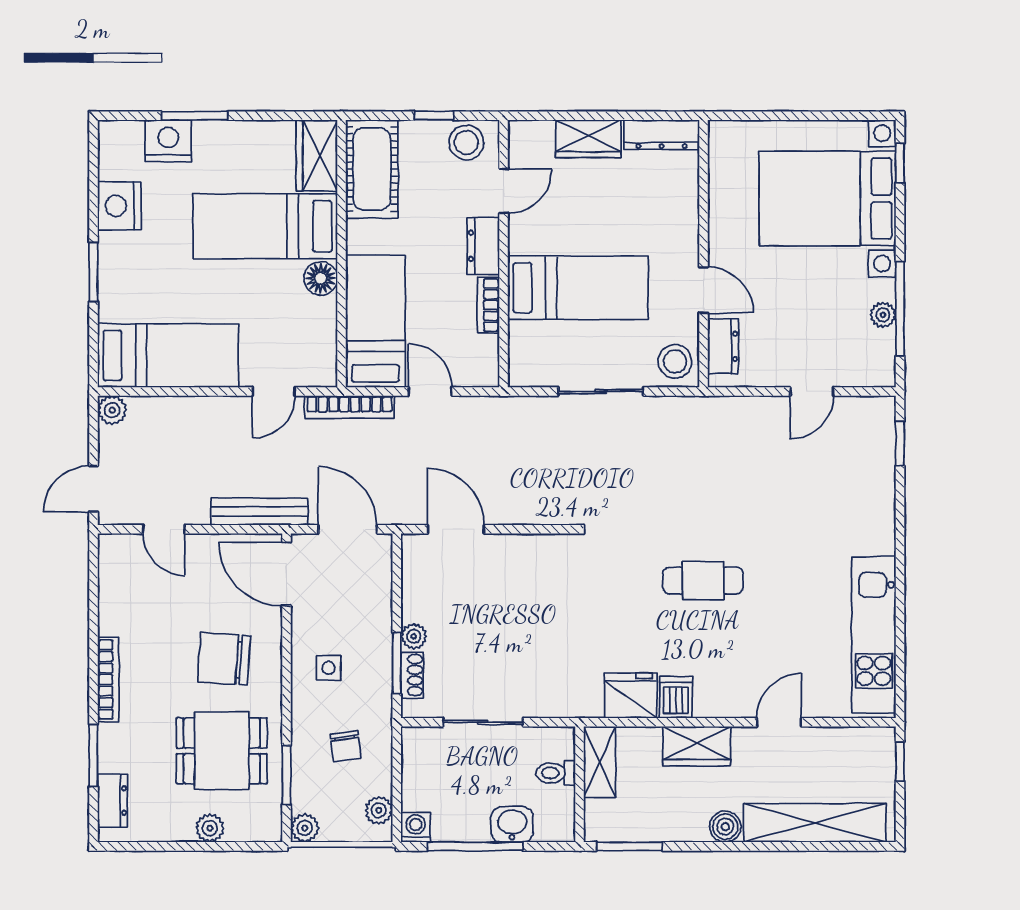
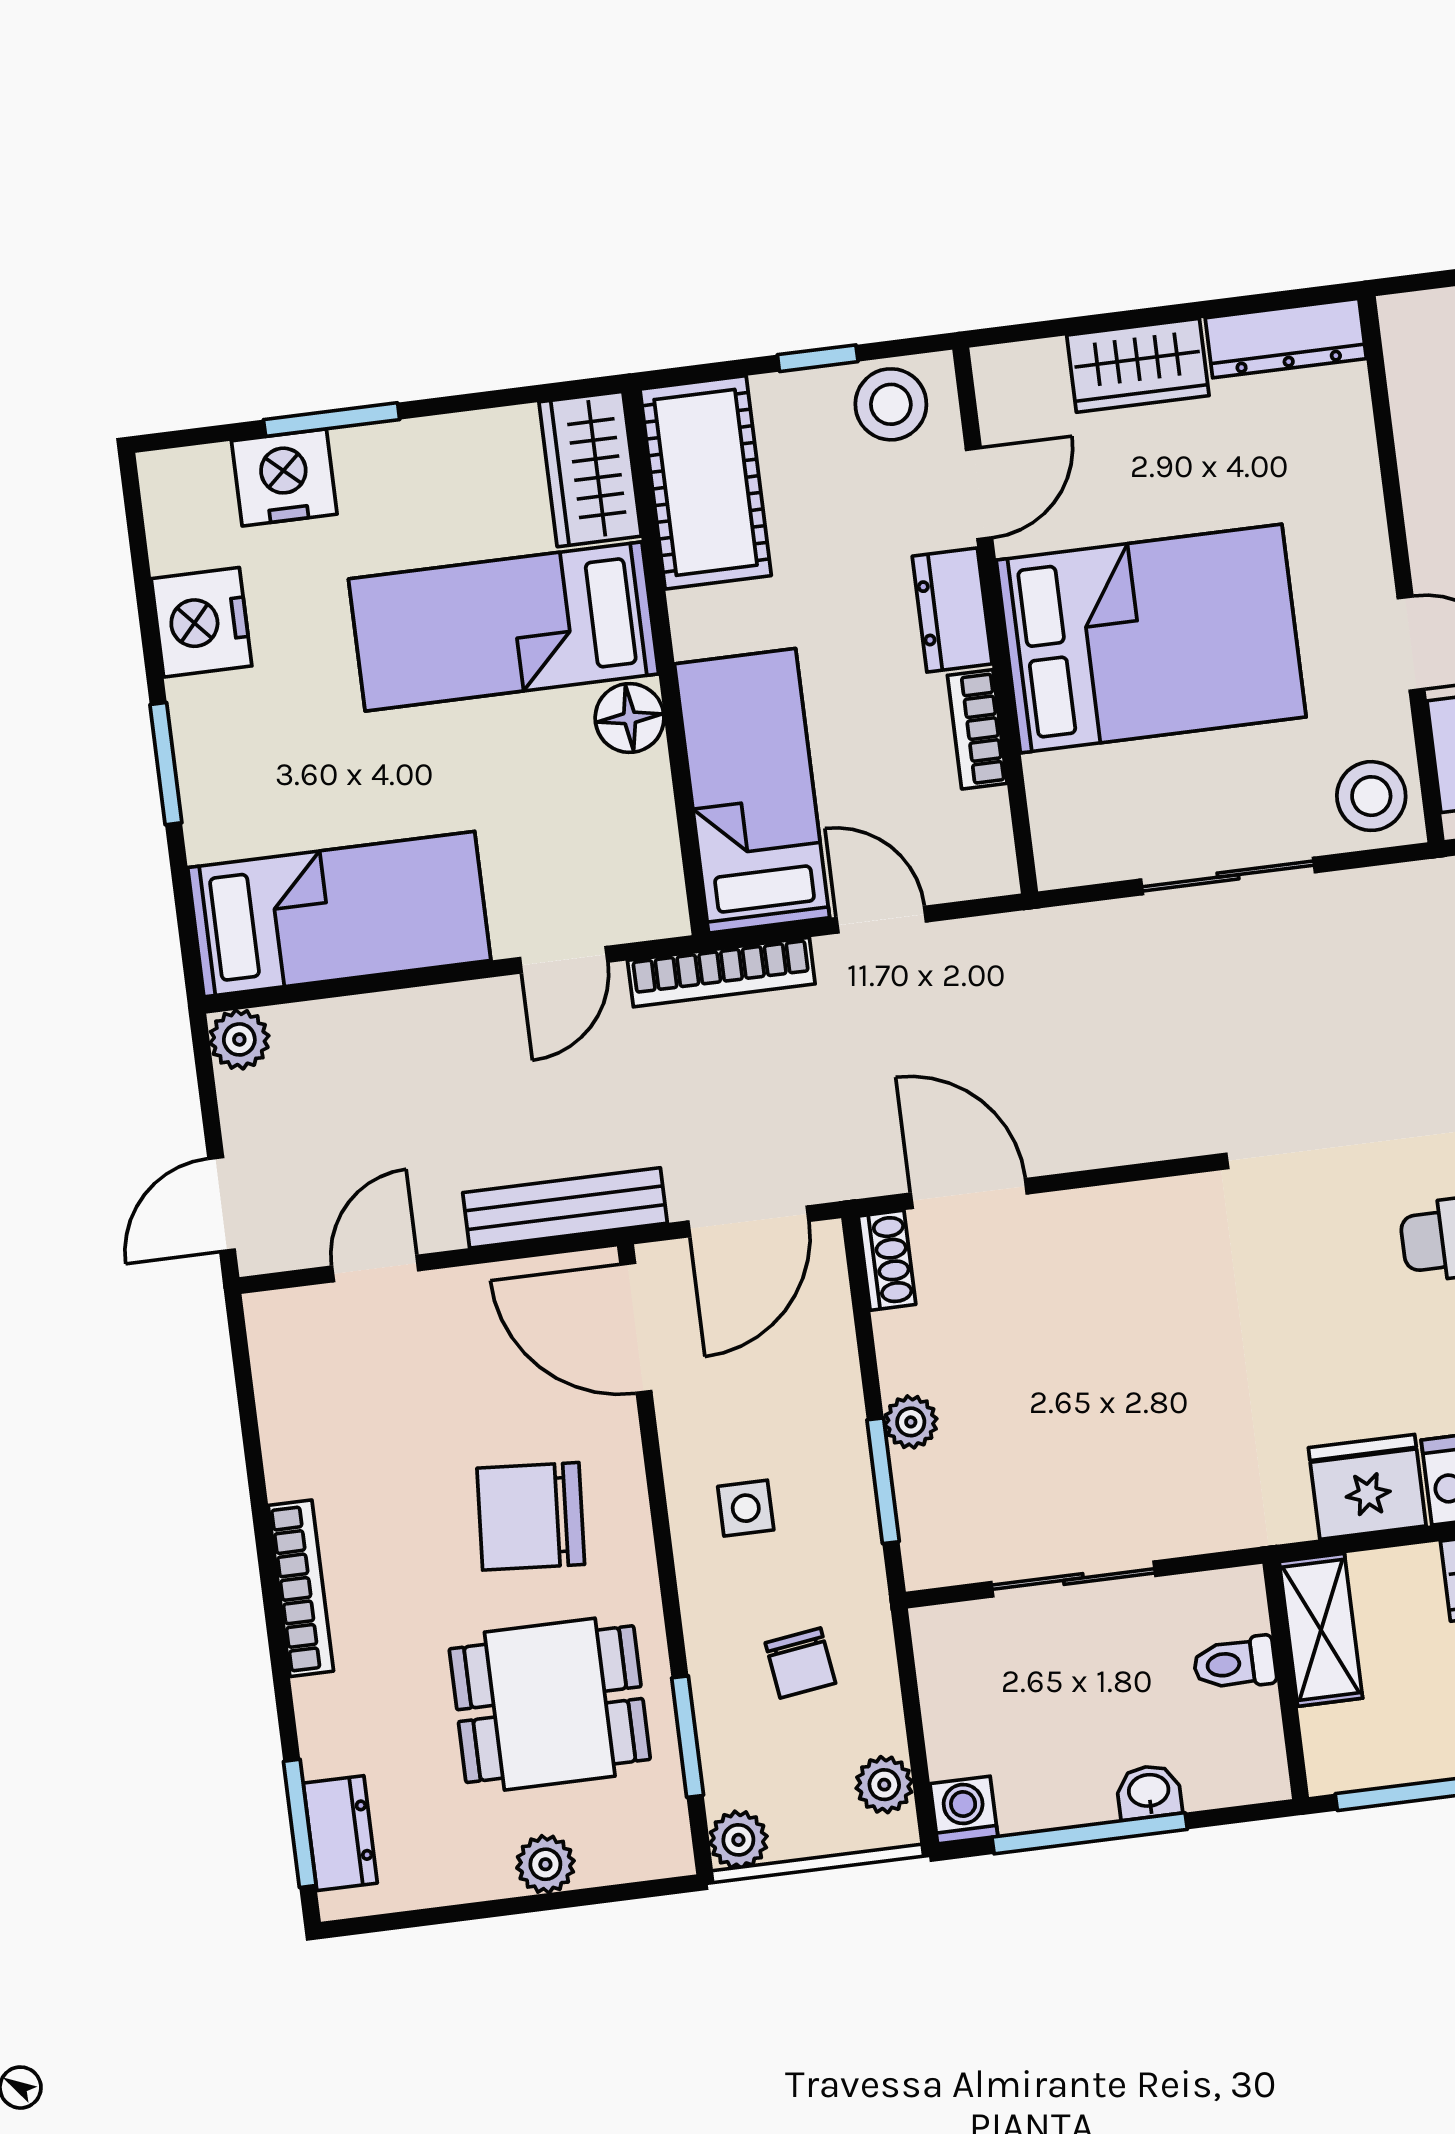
bed: (578, 288) -> (1151, 638), width x1.50
door: (164, 529) -> (375, 1268), swing flipped
door: (347, 529) -> (748, 1221), swing flipped
shoe rack: (412, 675) -> (887, 1260), moved
window: (93, 755) -> (300, 1823), moved
washbasin: (512, 824) -> (1149, 1792), width x0.72, depth x0.69

